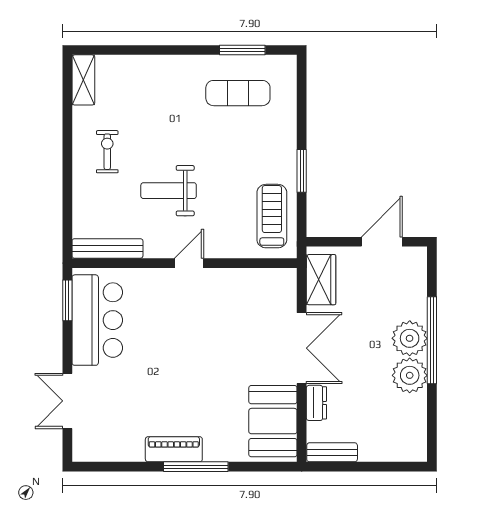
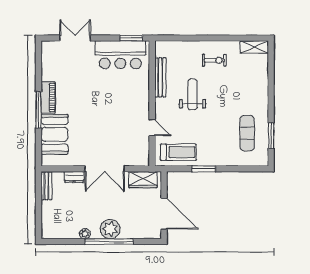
door: (382, 242) -> (164, 214), width x1.36
bench: (107, 248) -> (160, 77), moved
door: (189, 263) -> (152, 128), moved
plant: (410, 375) -> (85, 234), width x0.53, depth x0.53
booth: (273, 421) -> (55, 134), moved, turned 90

